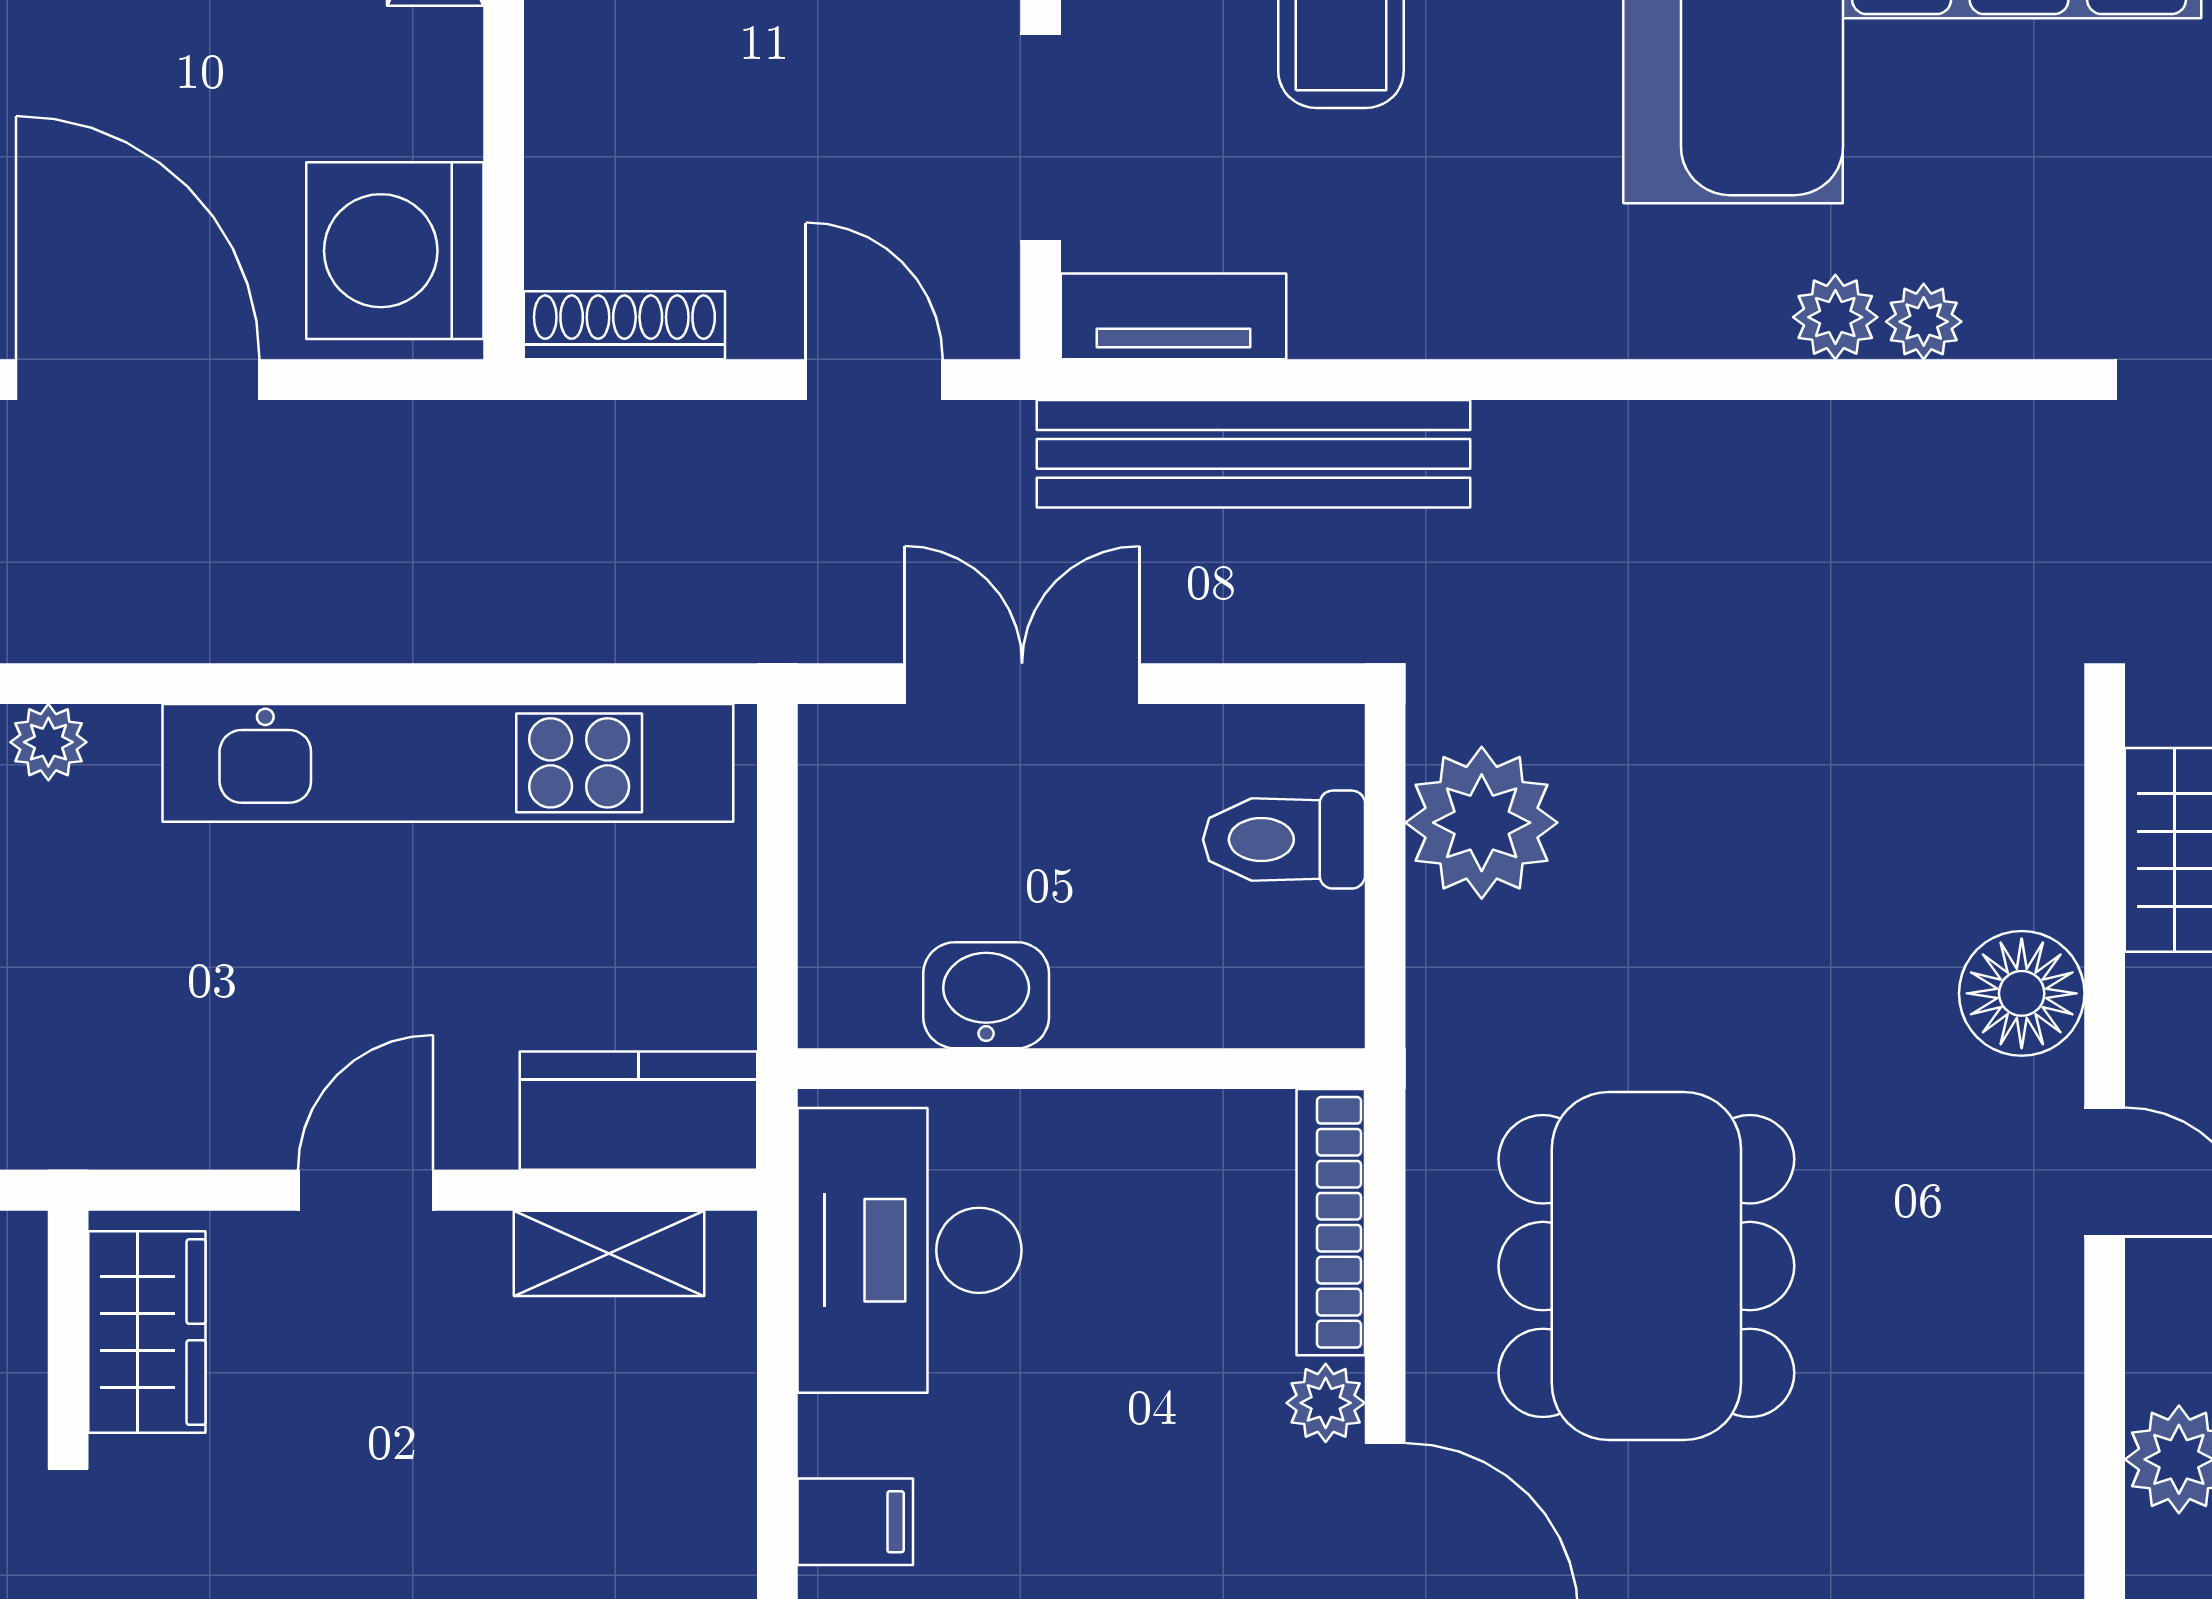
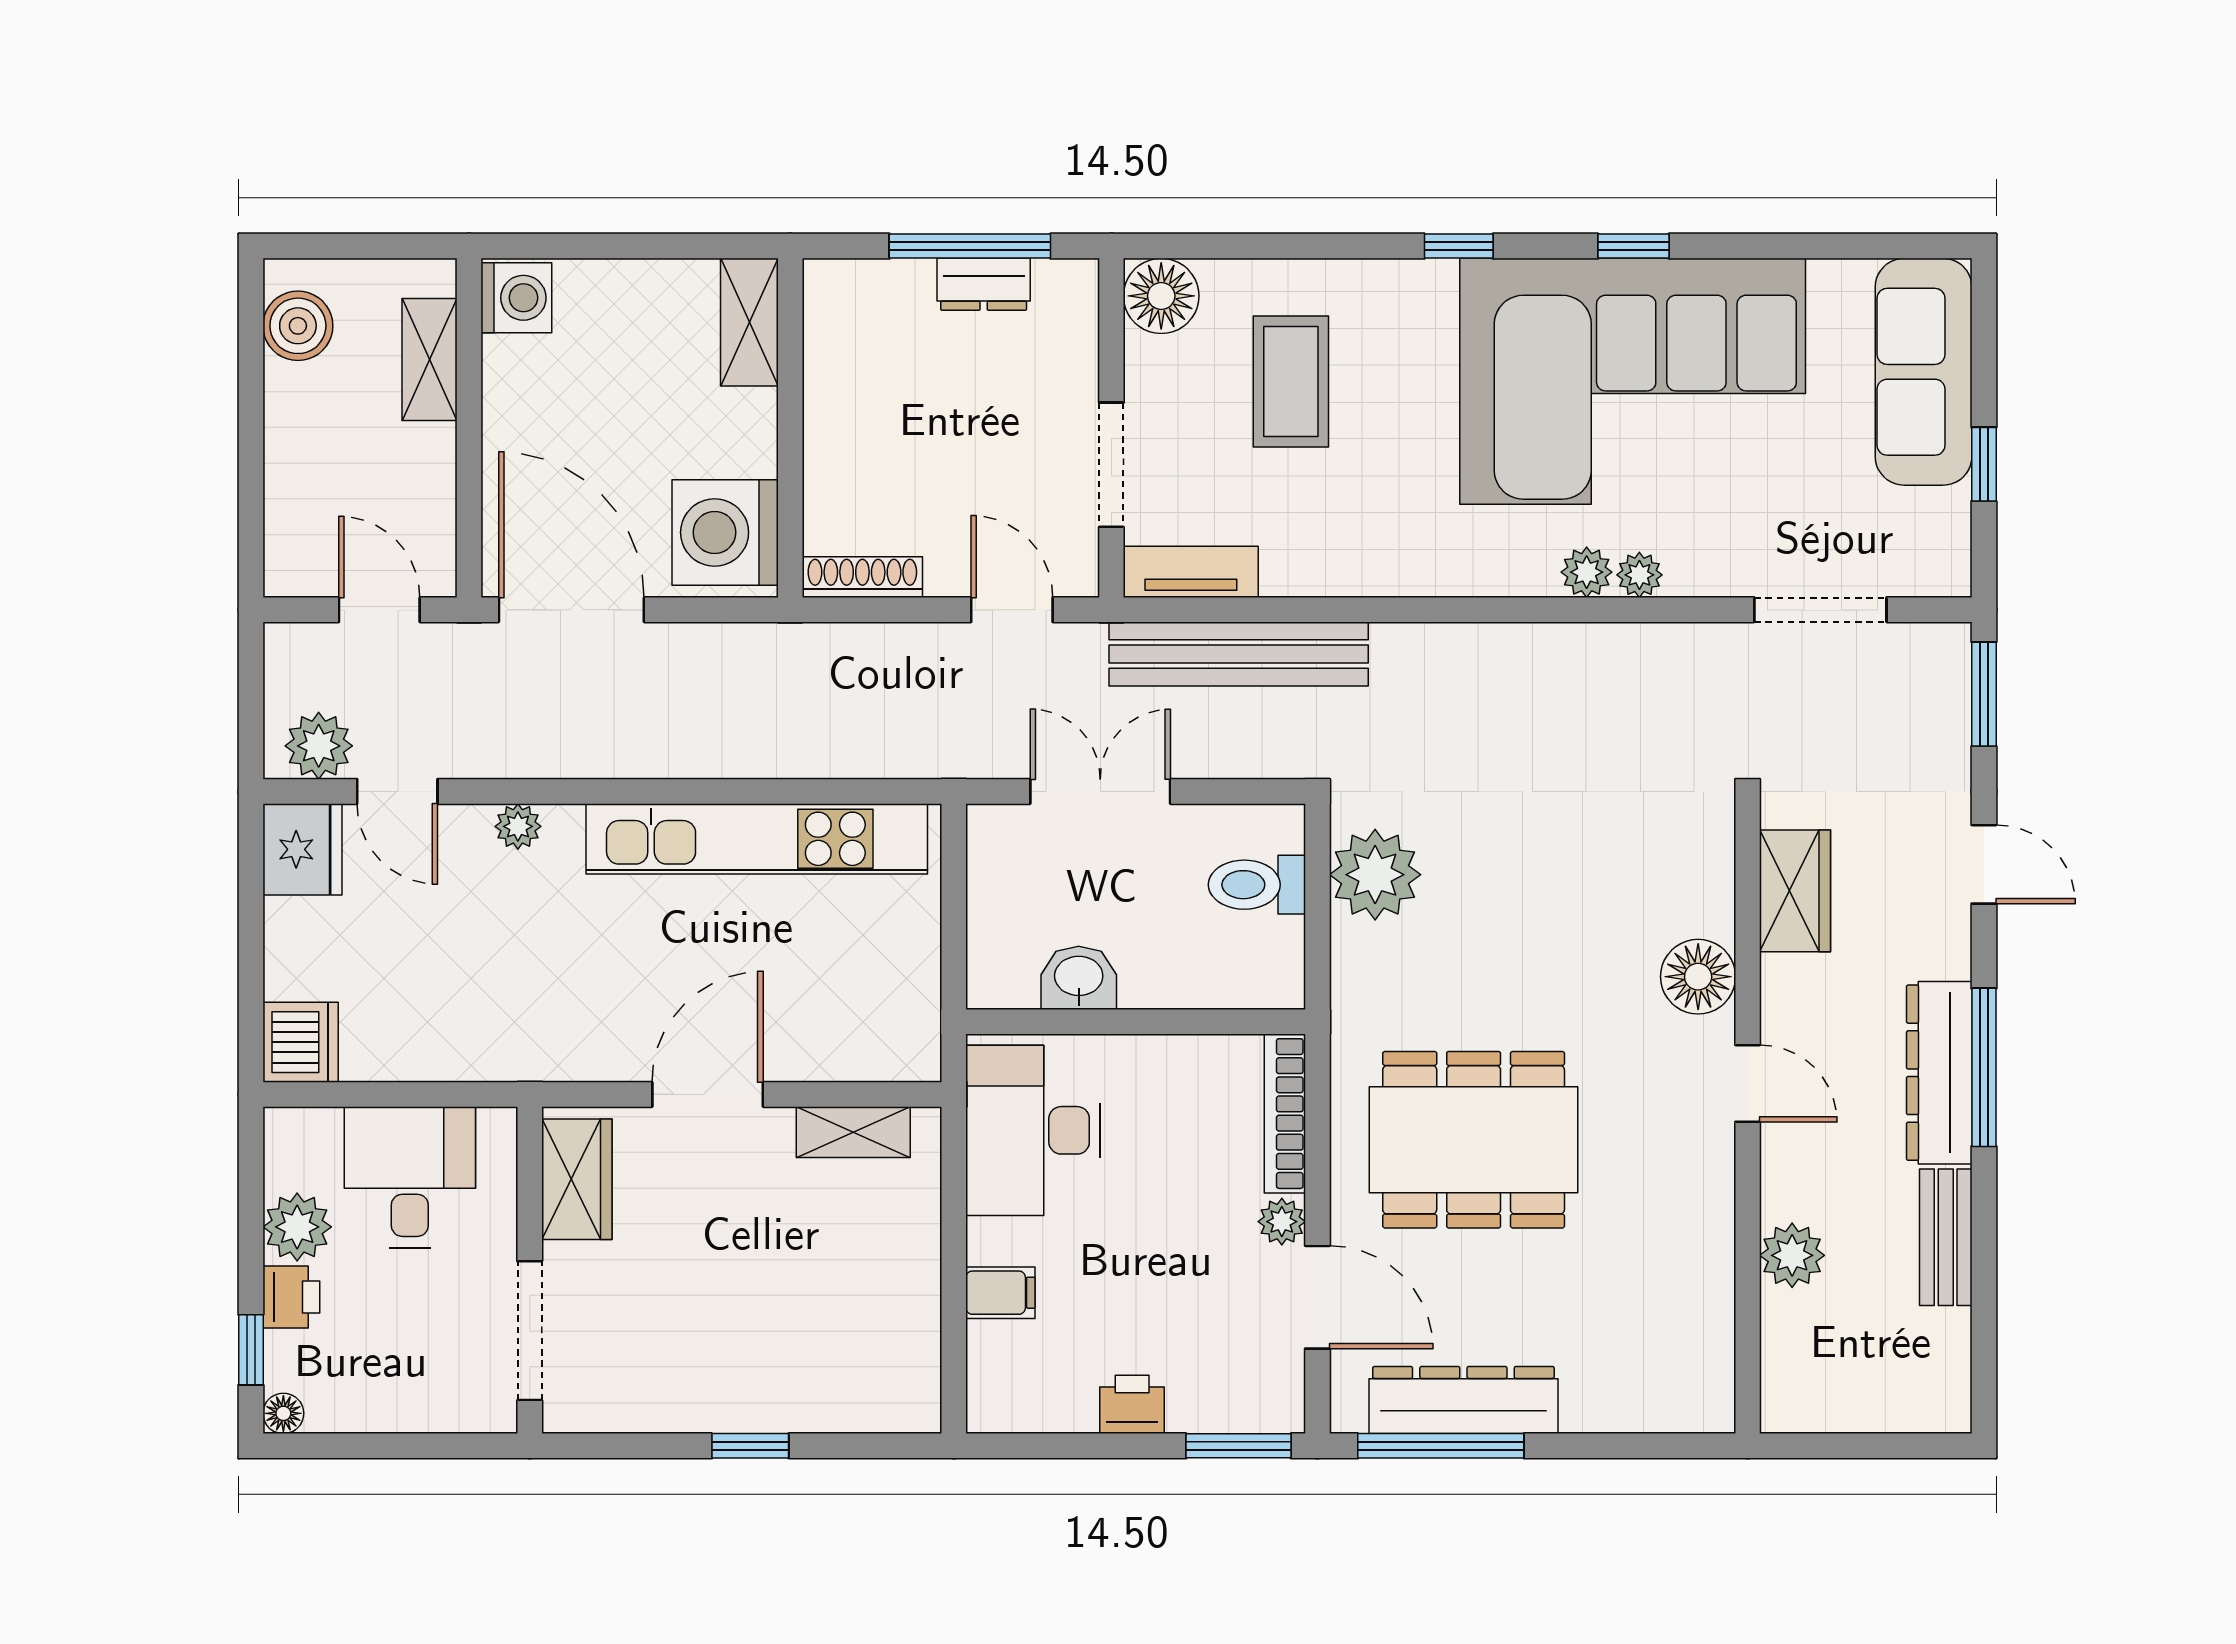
kitchen counter: (638, 1111) -> (871, 1047), removed
door: (366, 1190) -> (708, 1094), width x1.38
dining table: (1646, 1266) -> (1474, 1140), turned 90

